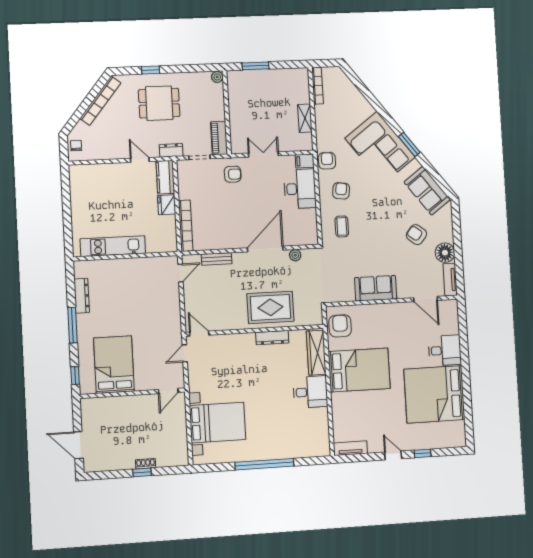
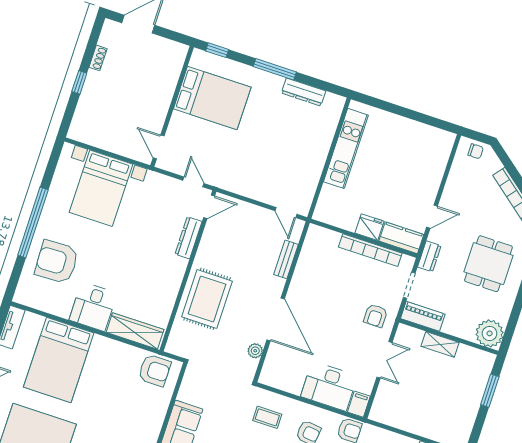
plant: (217, 77) -> (490, 333), width x1.87, depth x1.87
shelving: (305, 118) -> (440, 344), moved
bookcase: (186, 226) -> (370, 250), moved
dresser: (272, 338) -> (188, 238), moved
bed: (359, 370) -> (59, 360), moved
armchair: (287, 434) -> (57, 262), added
shoe rack: (146, 464) -> (98, 58), moved

